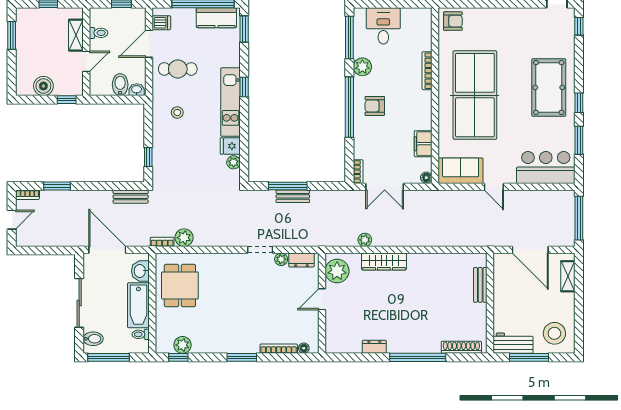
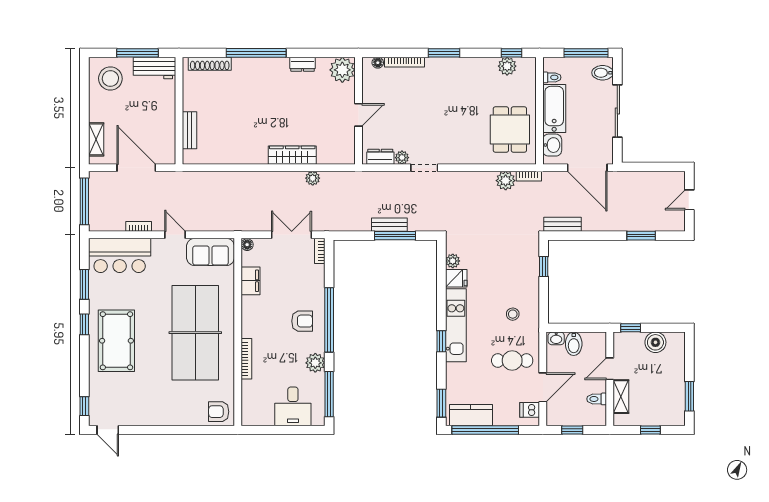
bookcase: (27, 195) -> (139, 226), moved
plant: (337, 271) -> (342, 70), moved

